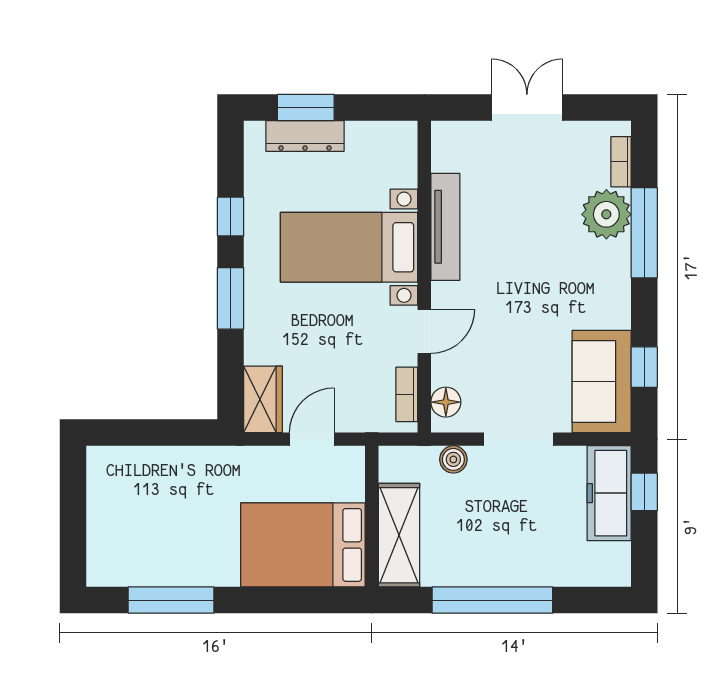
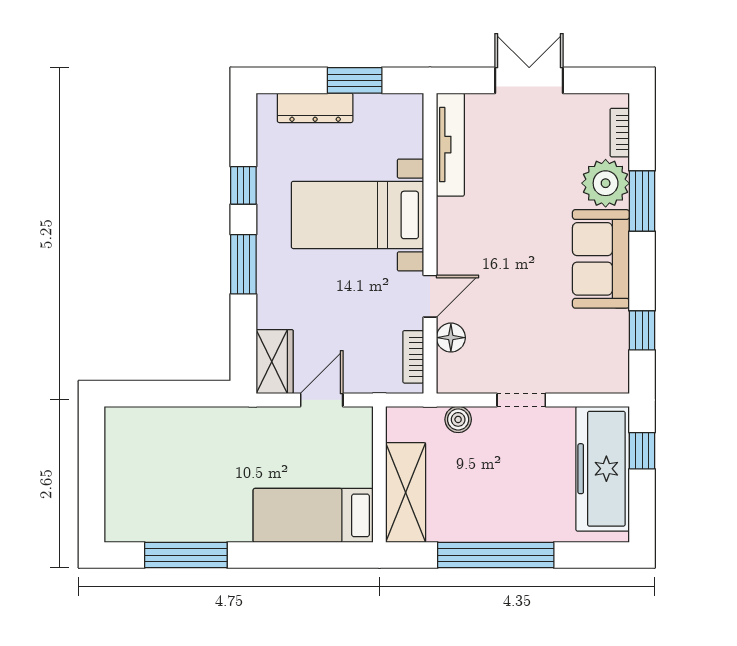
window: (306, 108) -> (355, 80), moved
tv unit: (445, 227) -> (450, 145), moved
window: (644, 233) -> (642, 201), width x0.69
sofa: (602, 382) -> (601, 259), moved
floor lamp: (446, 402) -> (451, 338), moved
doorway: (519, 439) -> (521, 400), width x0.73
freezer: (609, 493) -> (603, 469), width x1.36, depth x1.26
bed: (303, 545) -> (313, 515), width x0.67

